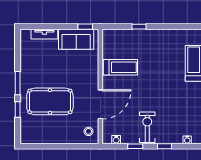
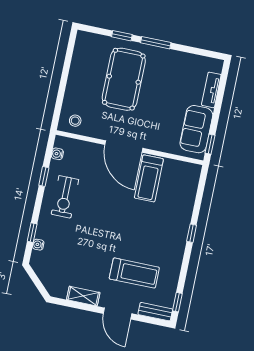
window: (139, 27) -> (192, 233), moved
door: (100, 104) -> (124, 146), moved
exercise bike: (147, 127) -> (65, 197), turned 90
window: (165, 146) -> (32, 233), moved

